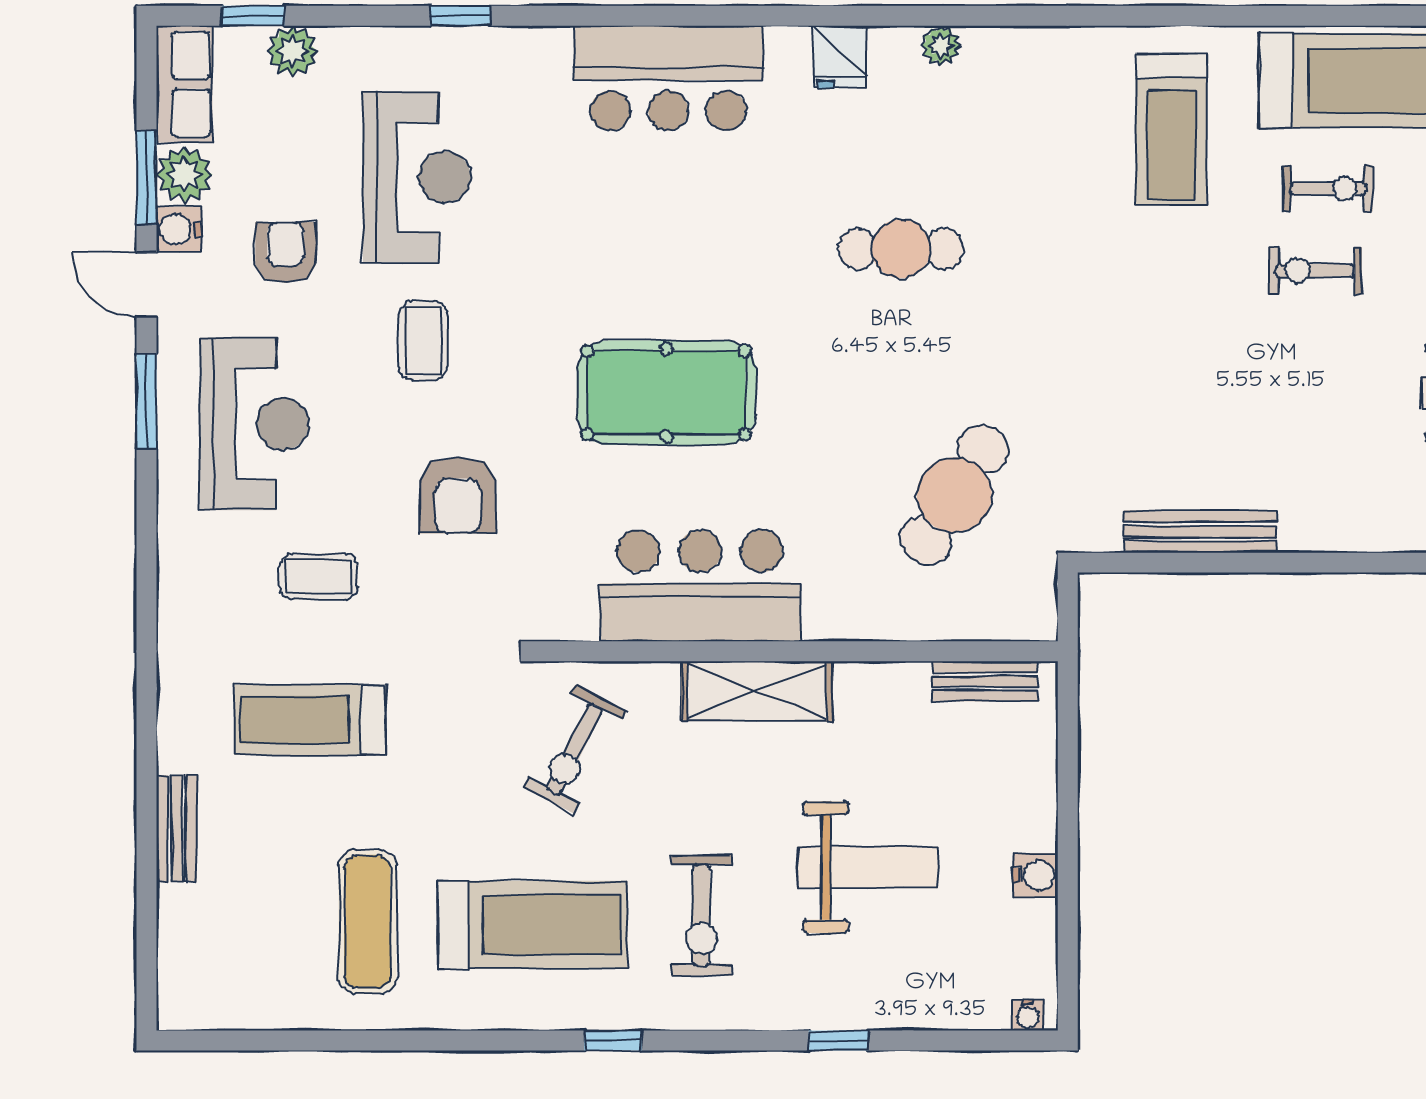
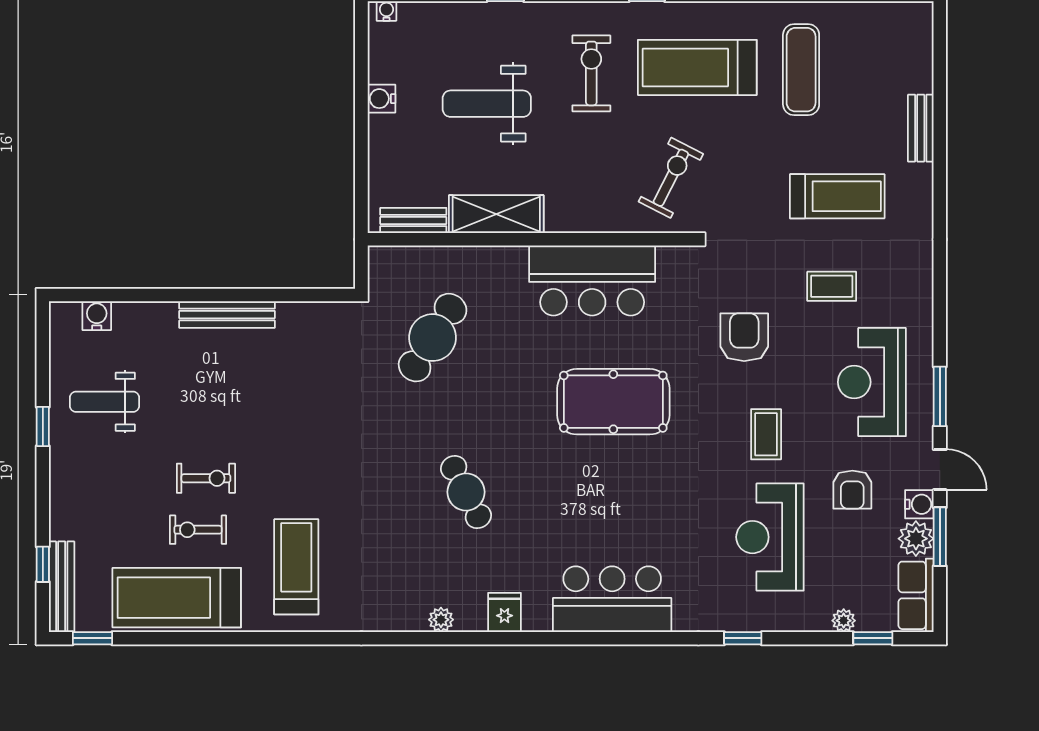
plant: (293, 51) -> (844, 621), width x0.73, depth x0.73
cafe table: (901, 249) -> (466, 492), turned 63
bench: (1200, 531) -> (227, 315), moved
shelving: (757, 691) -> (496, 214), moved

